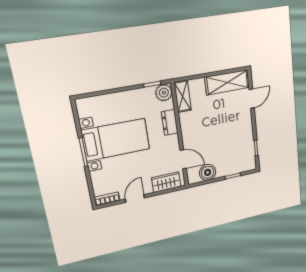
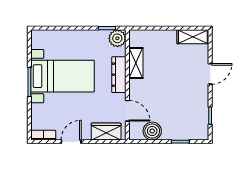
shelving: (227, 82) -> (193, 37), width x0.67, depth x0.75
shelving: (183, 96) -> (136, 63), moved
door: (252, 99) -> (210, 74), moved
dresser: (170, 122) -> (119, 75), width x1.44

